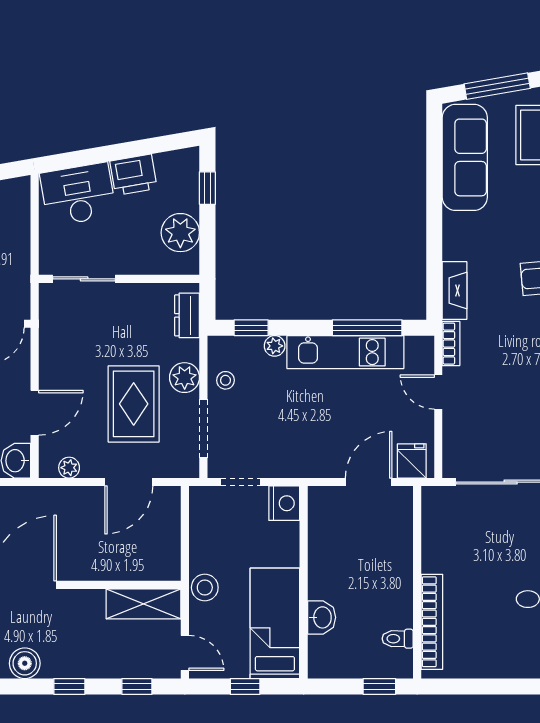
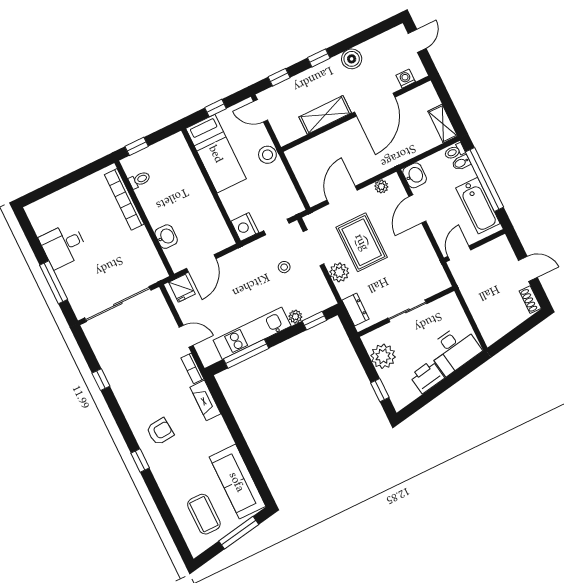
sliding door: (84, 279) -> (407, 311), moved
stool: (226, 380) -> (284, 267), moved
shelving: (144, 604) -> (325, 115), moved
washbasin: (322, 617) -> (166, 237), moved, turned 180

